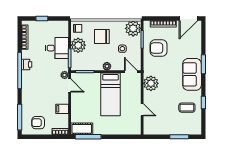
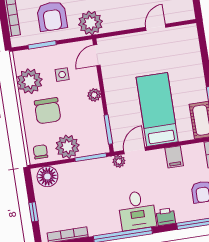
plant: (133, 28) -> (30, 81), moved
floor lamp: (62, 30) -> (47, 176), added
desk: (57, 48) -> (137, 210), moved, turned 180
printer: (27, 64) -> (166, 217), moved
plant: (151, 83) -> (90, 23), moved
bed: (110, 94) -> (157, 109), moved, turned -90

